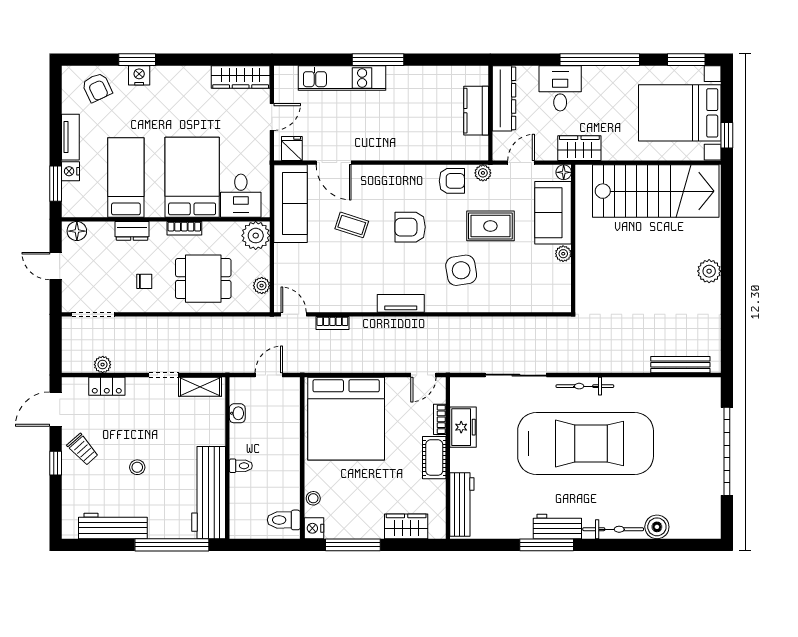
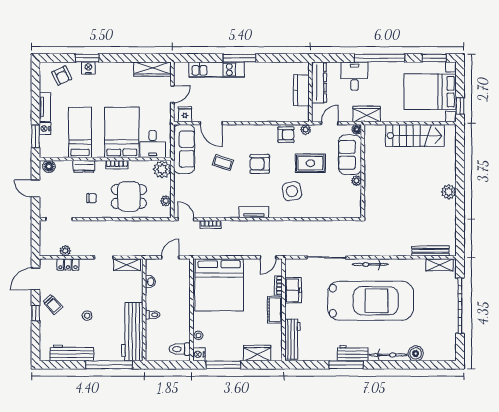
stairs: (656, 191) -> (415, 136), width x0.73, depth x0.66
shelving: (695, 387) -> (439, 265), added

